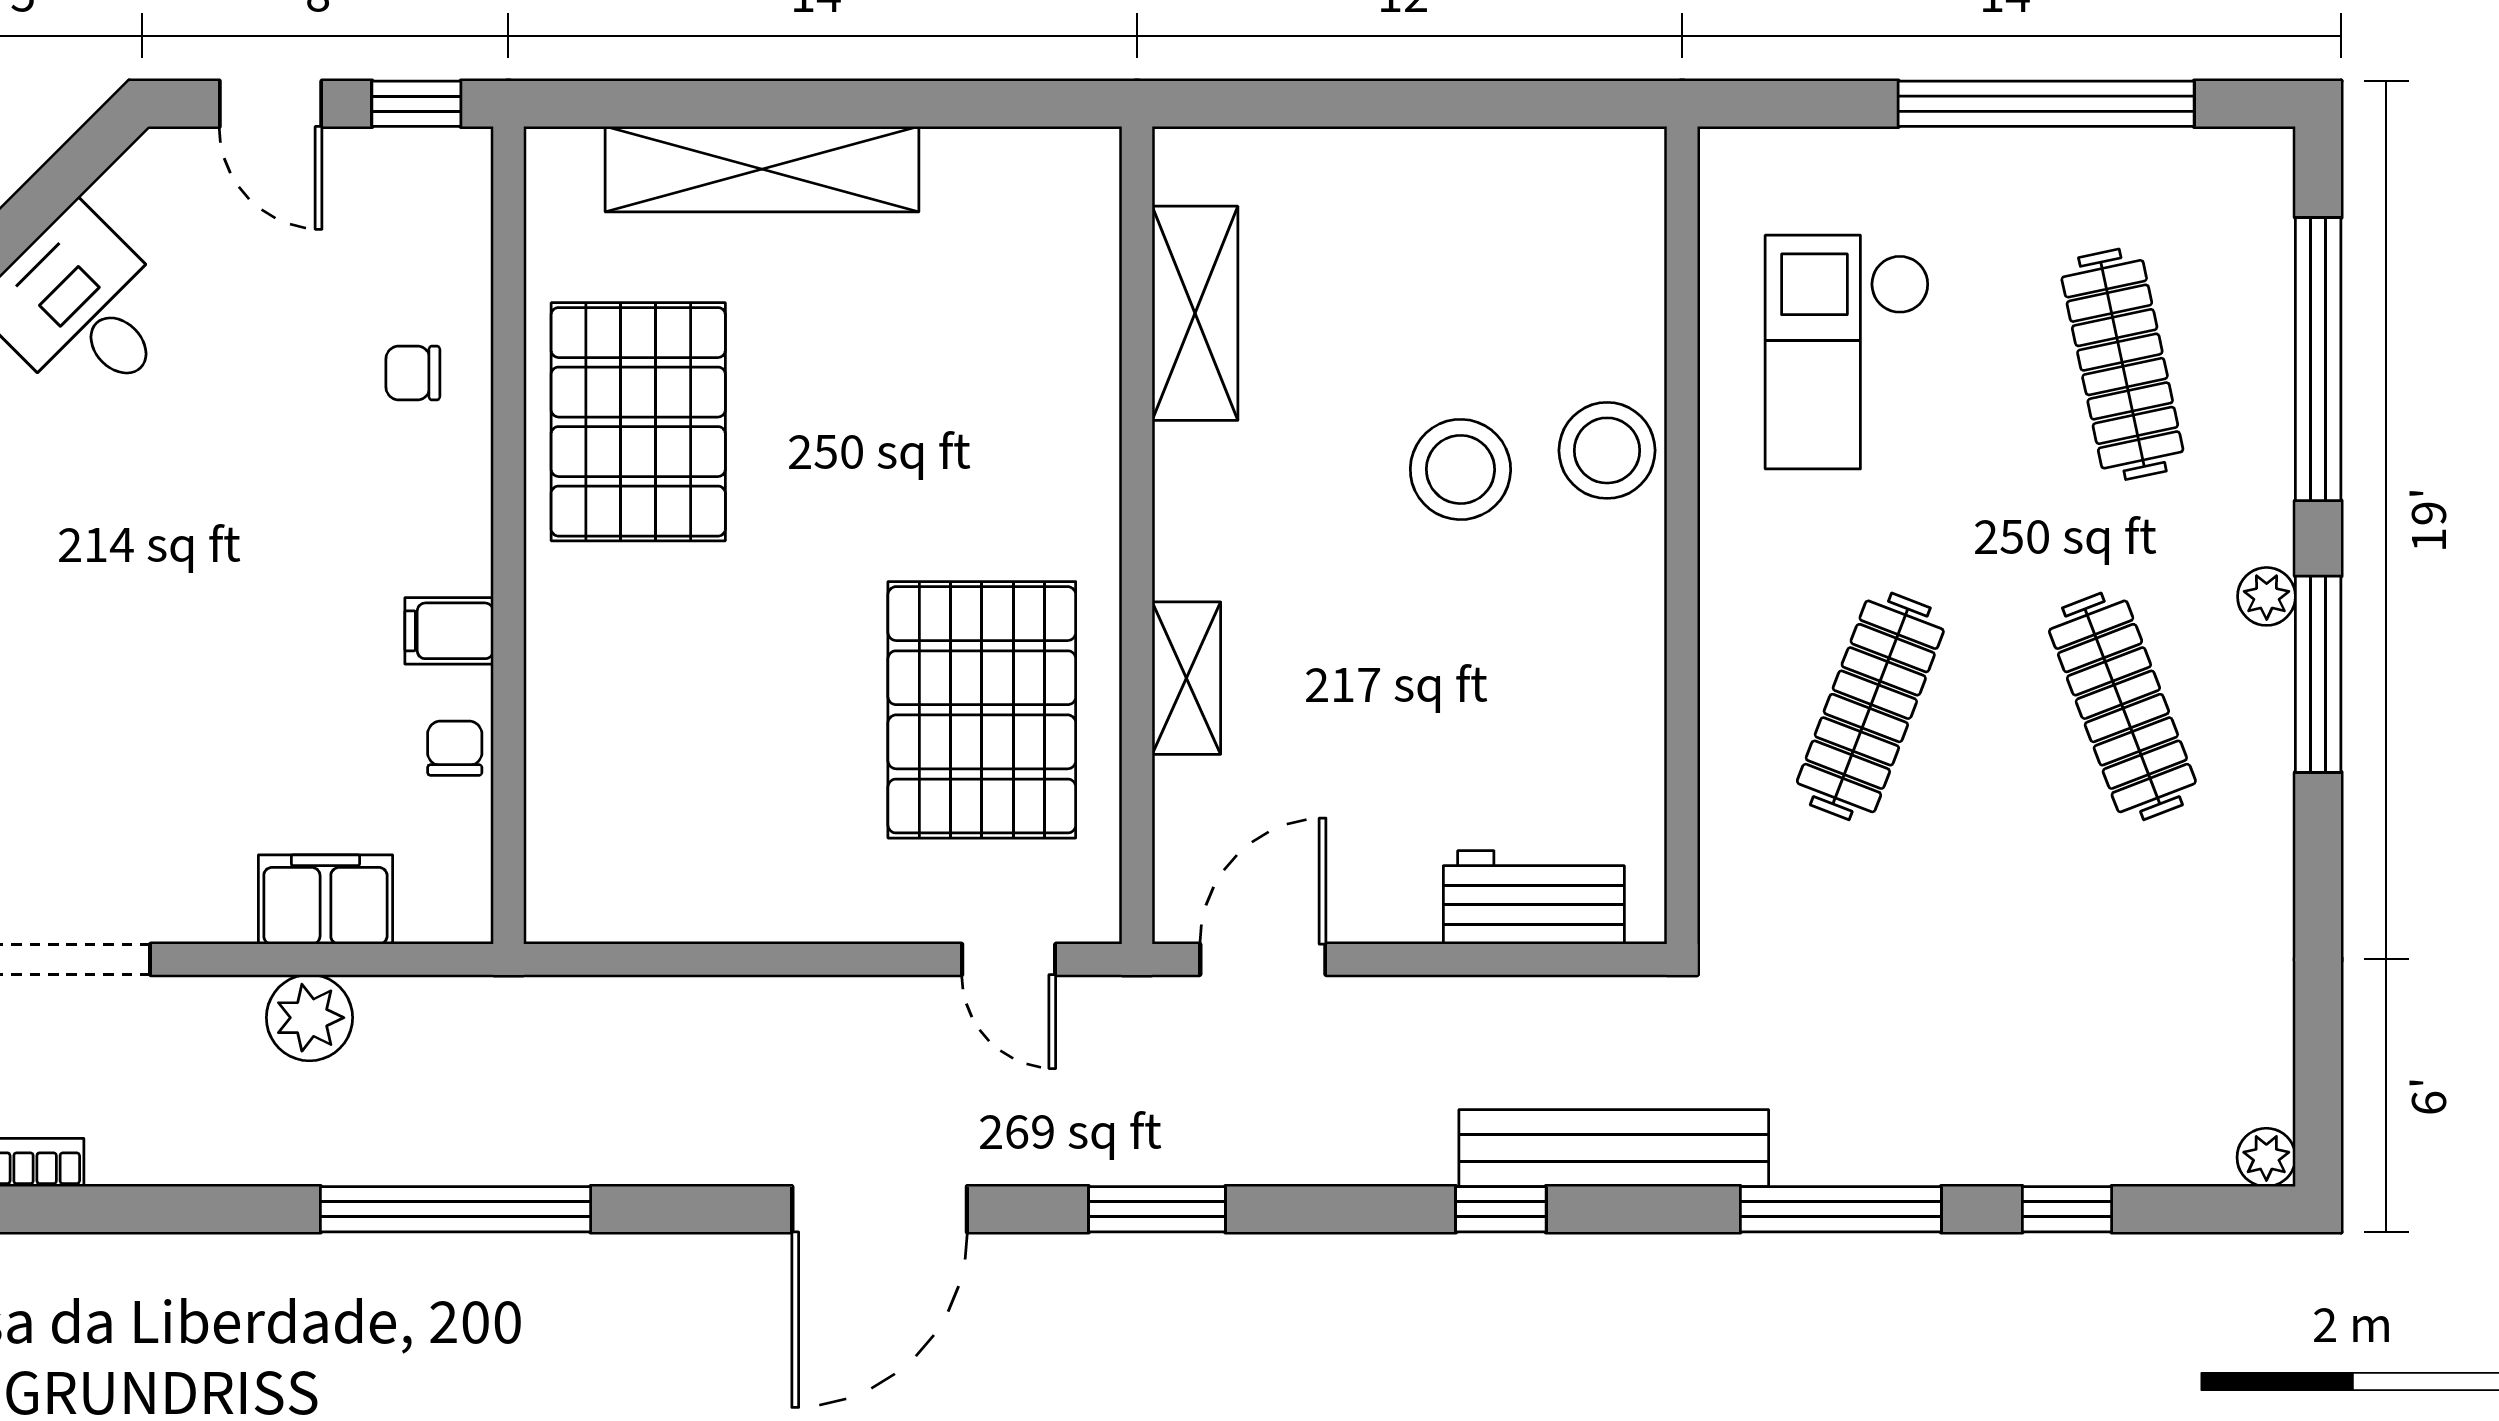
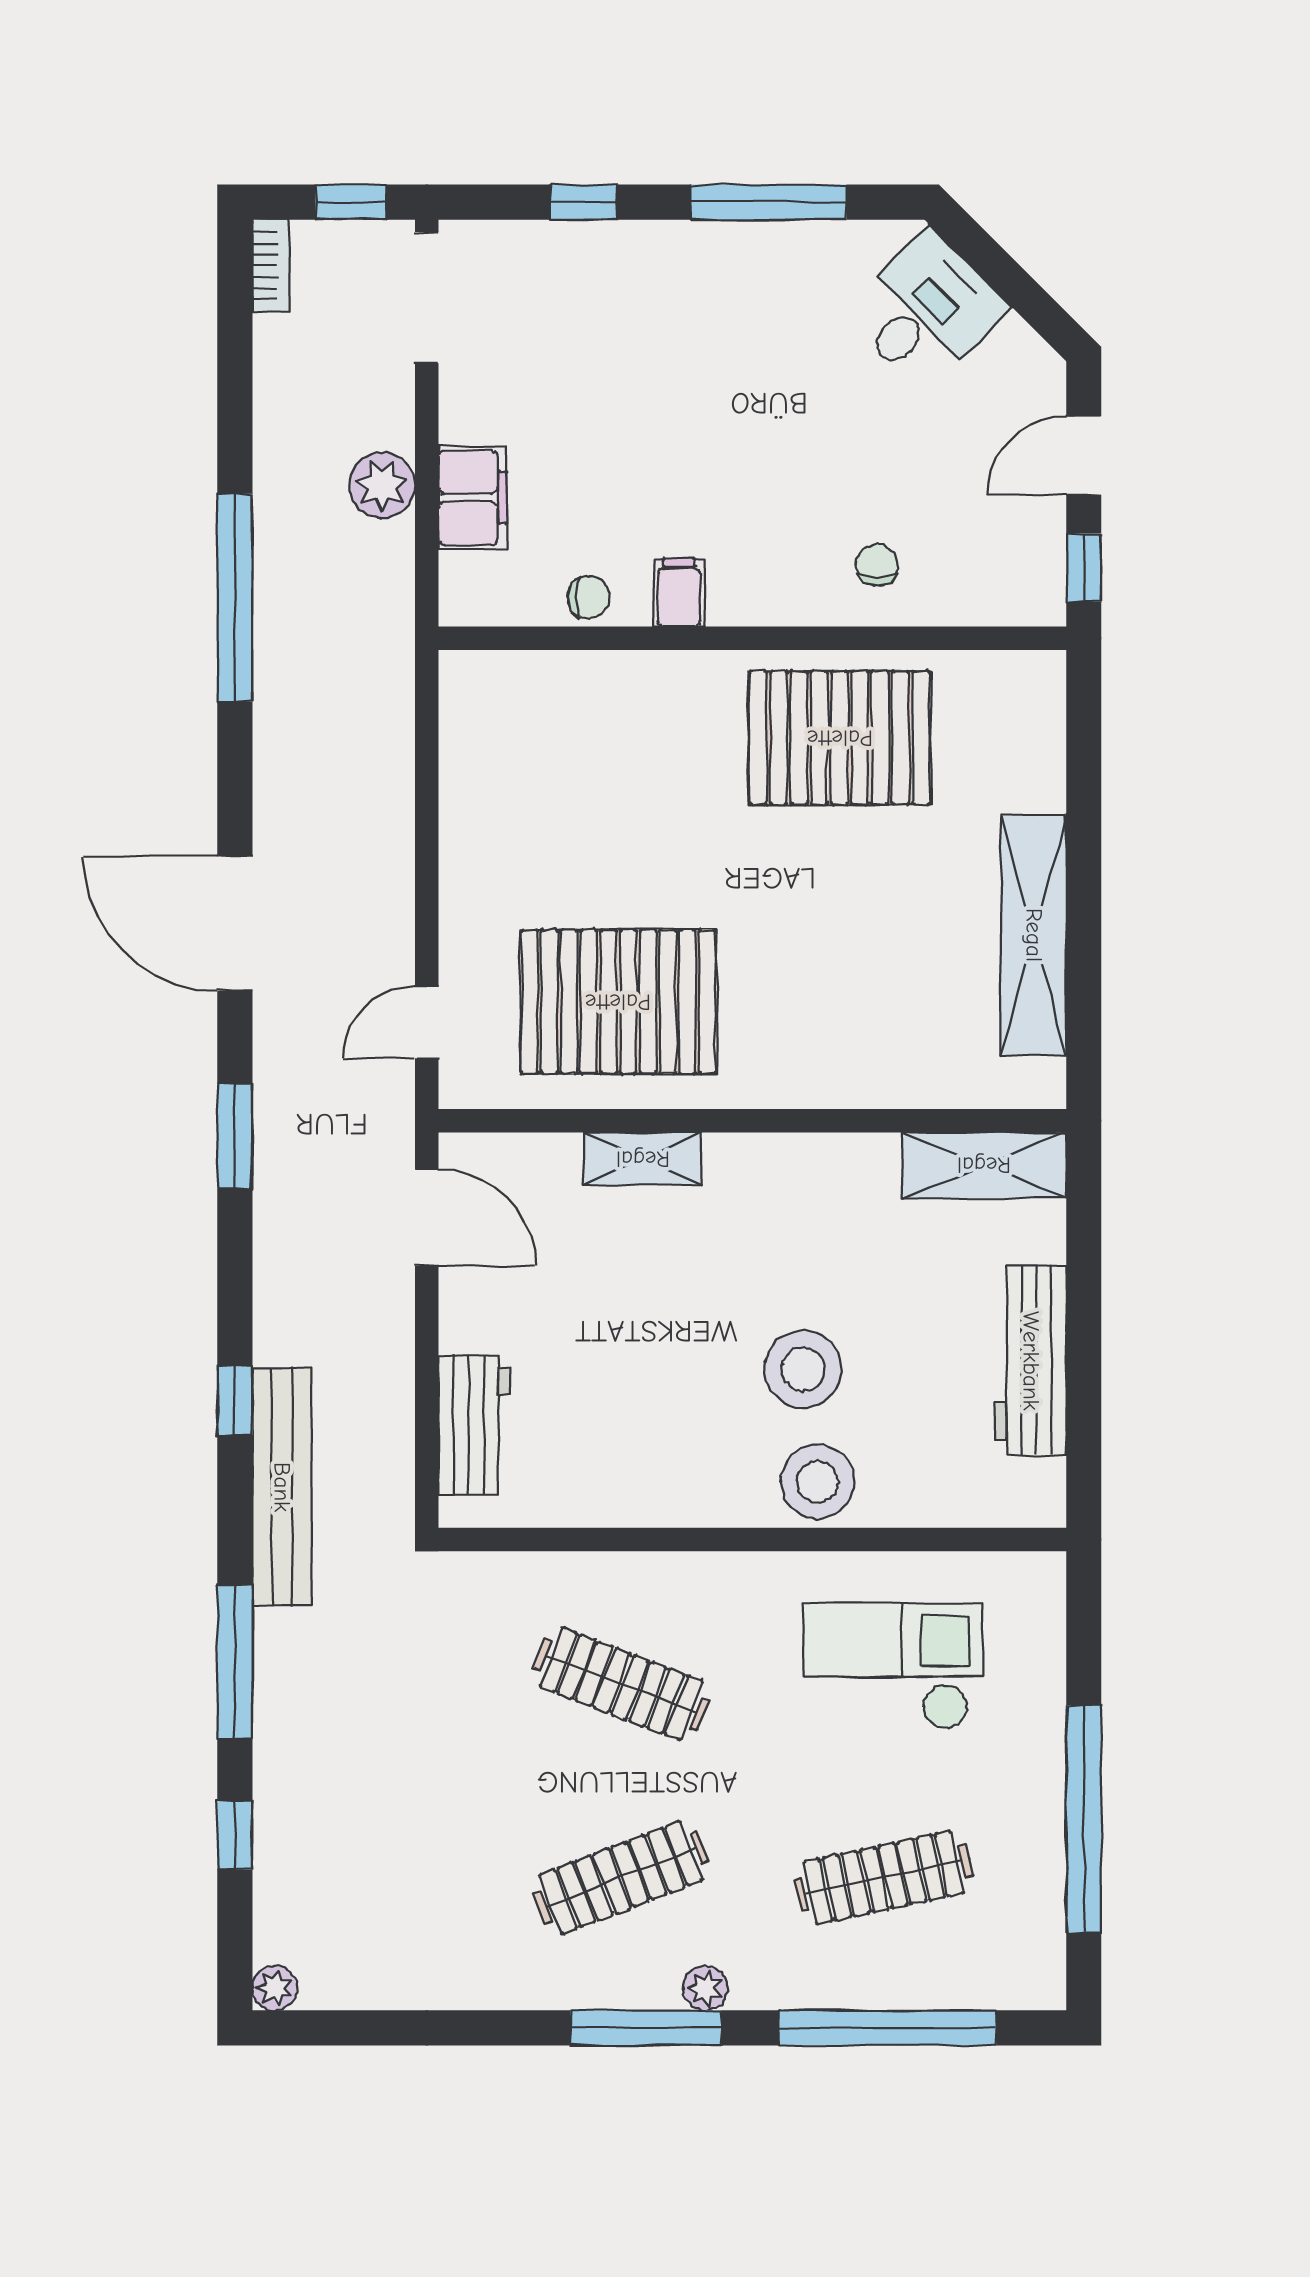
shelving: (762, 169) -> (1034, 935), moved
workbench: (1449, 173) -> (1031, 1361), added
shelving: (1195, 313) -> (984, 1165), moved

